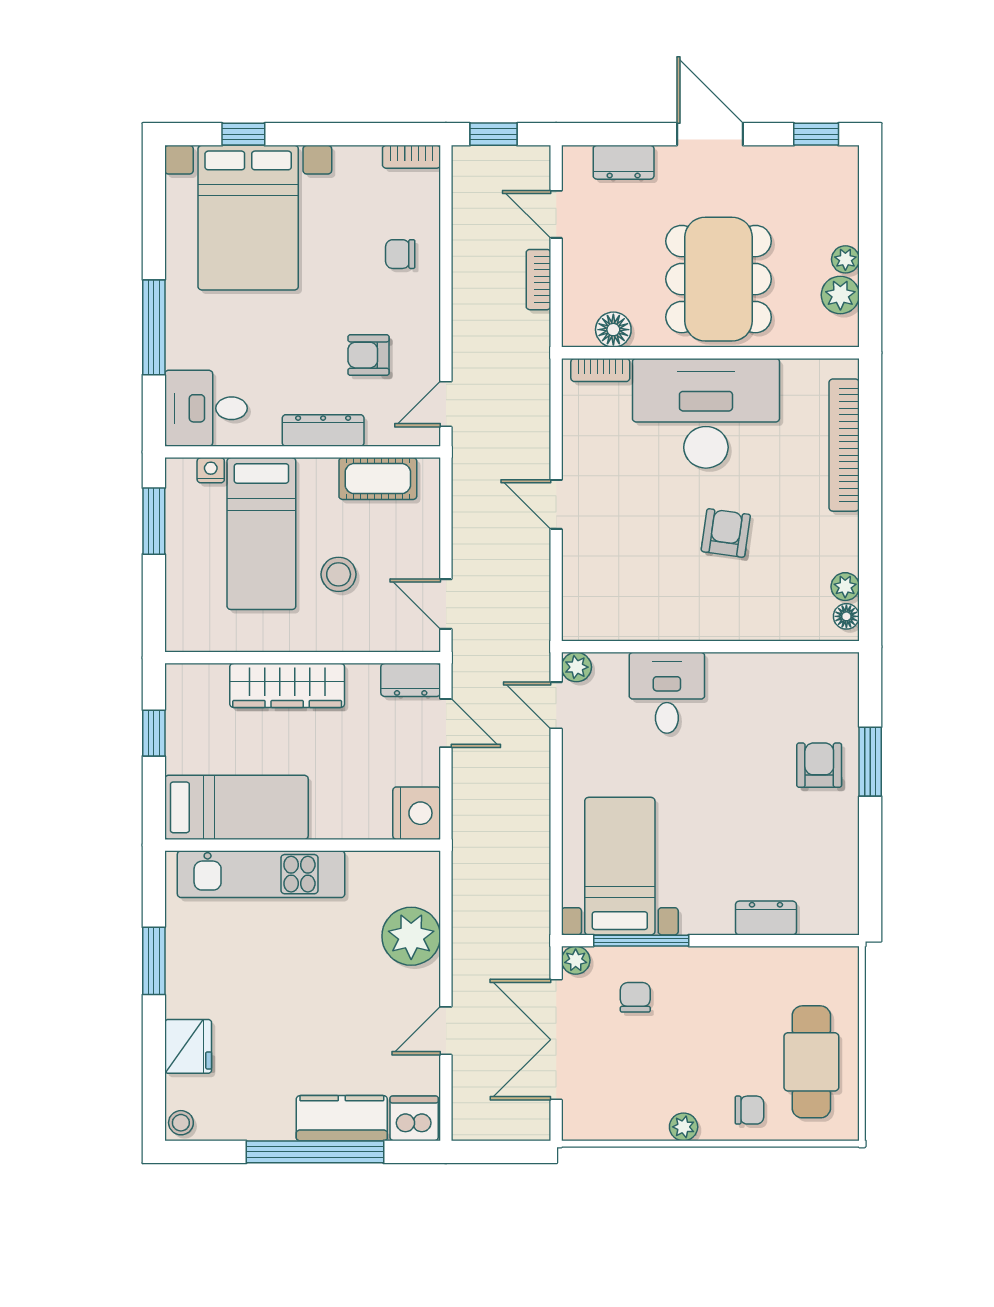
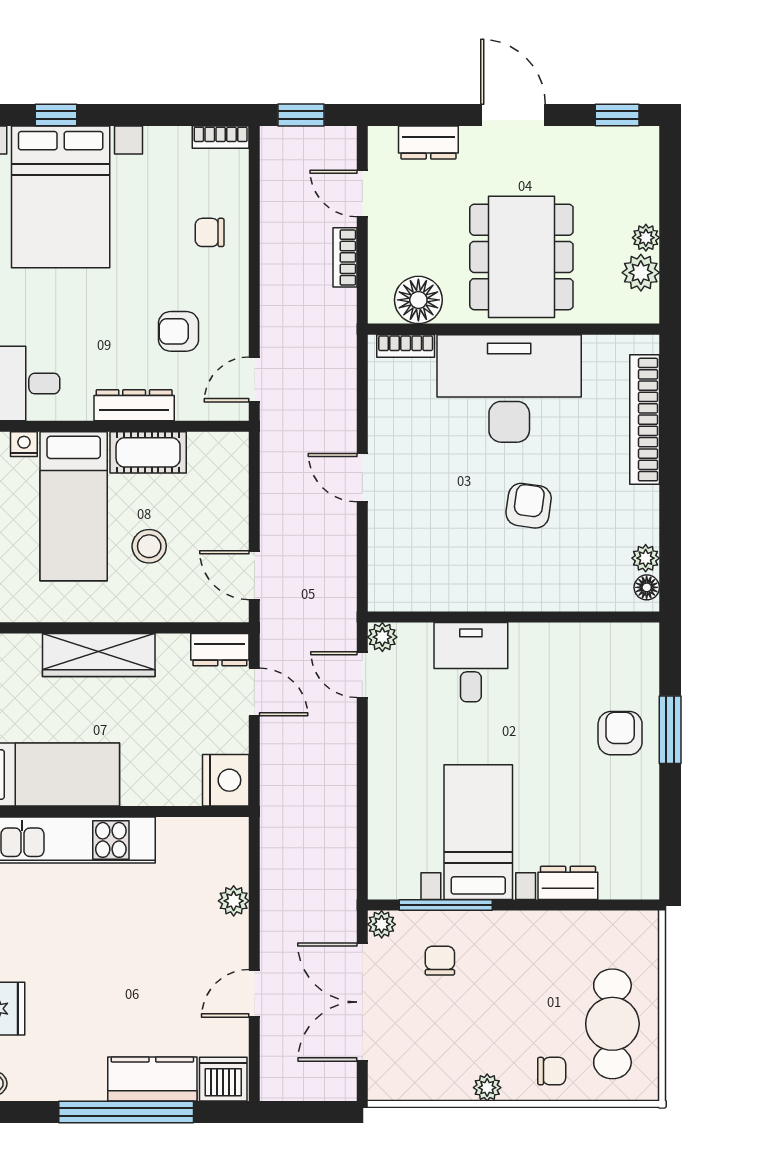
floor lamp: (613, 330) -> (418, 300), width x1.38, depth x1.38
cot: (378, 479) -> (148, 452), moved
bed with nightstands: (620, 866) -> (478, 832), moved
plant: (411, 936) -> (234, 901), width x0.53, depth x0.53

